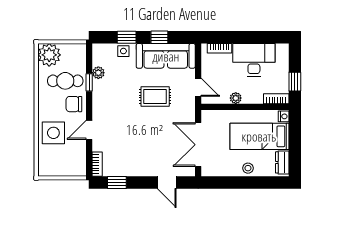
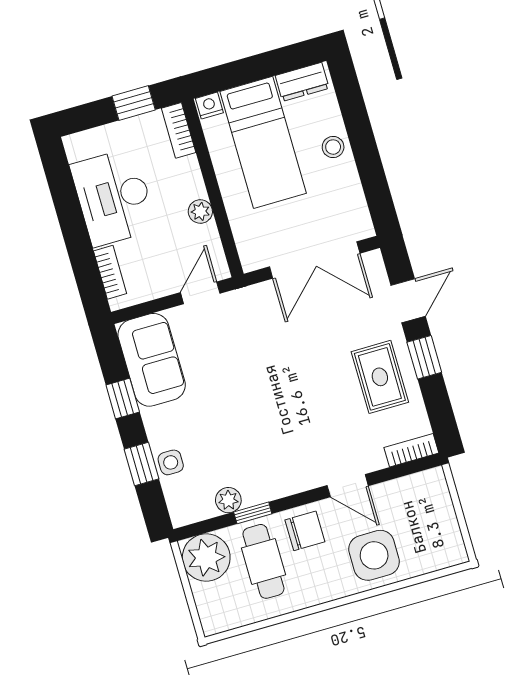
plant: (49, 55) -> (206, 558), moved
sofa: (166, 56) -> (152, 360), width x0.73
rug: (155, 97) -> (380, 377), moved
chair: (74, 104) -> (305, 531), turned -90
window: (117, 182) -> (424, 357), moved

